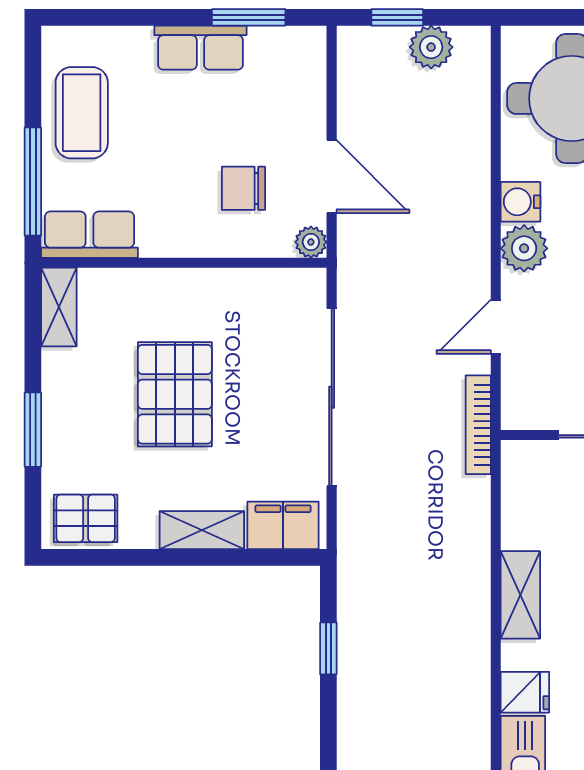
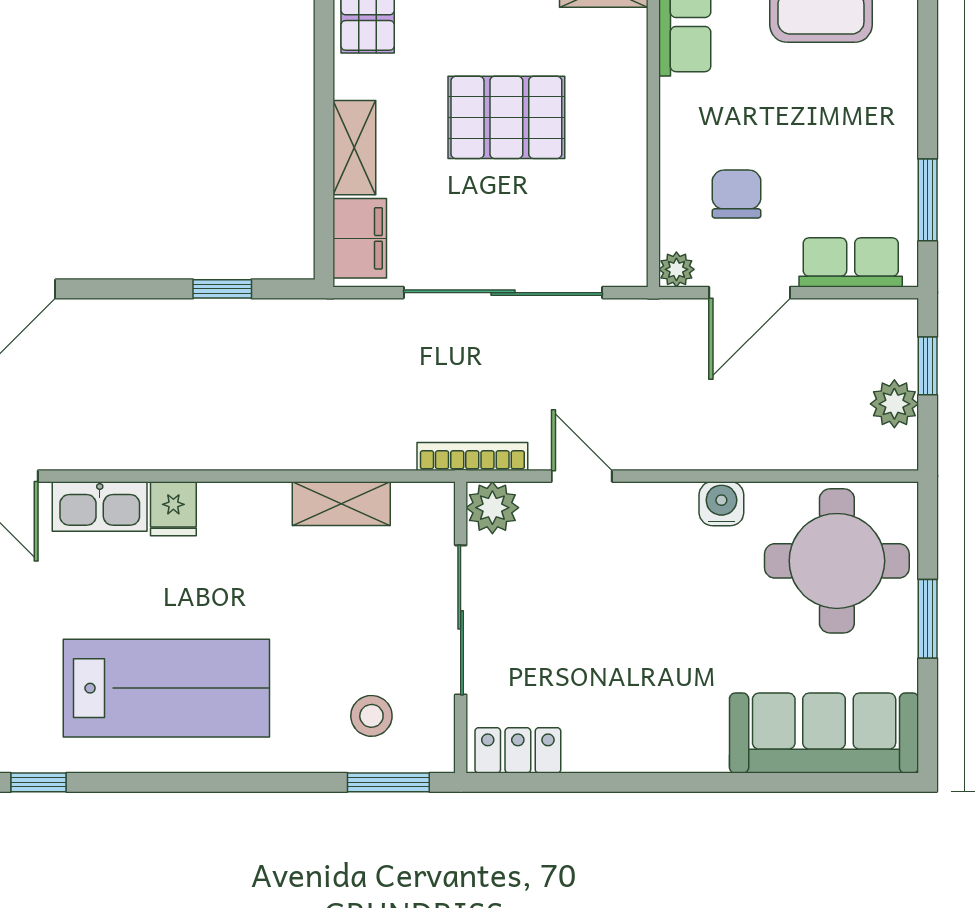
row of seats: (200, 48) -> (851, 262), moved, turned 90
plant: (524, 248) -> (492, 508), moved
shelving: (520, 595) -> (341, 504), moved

